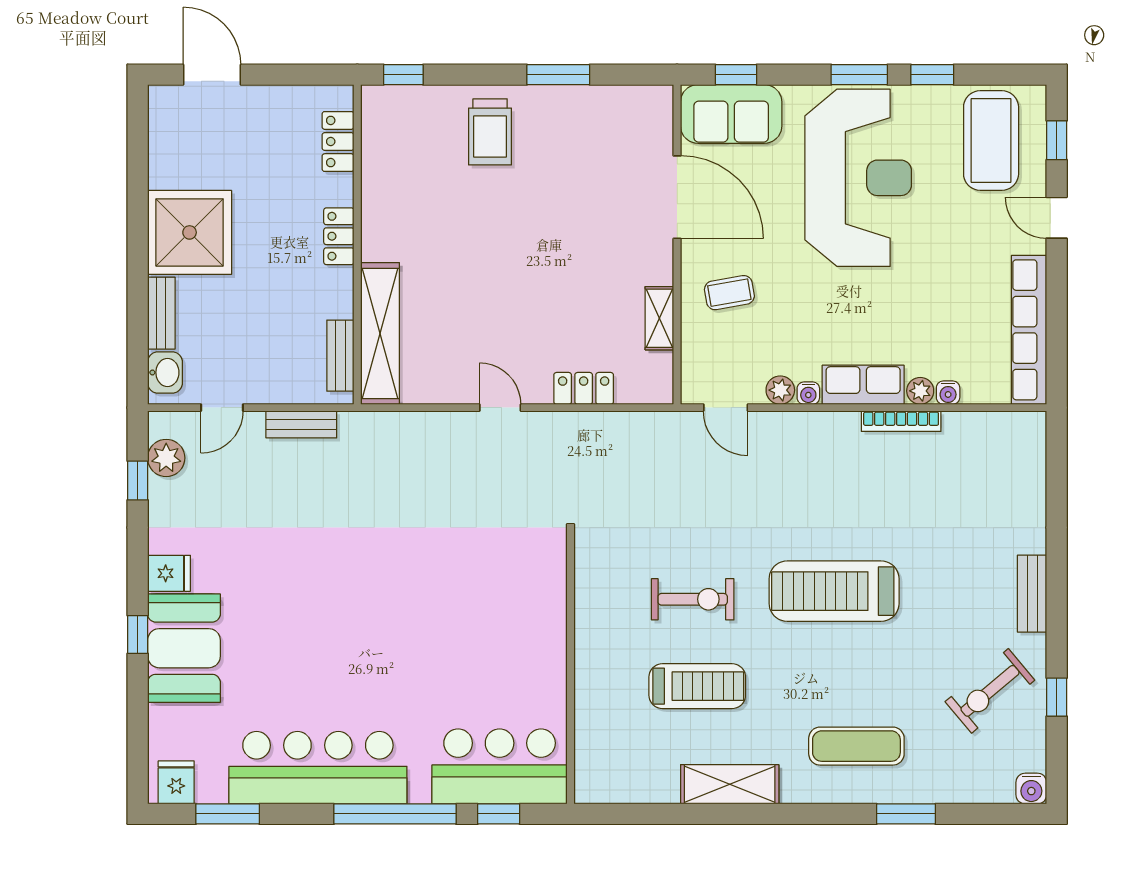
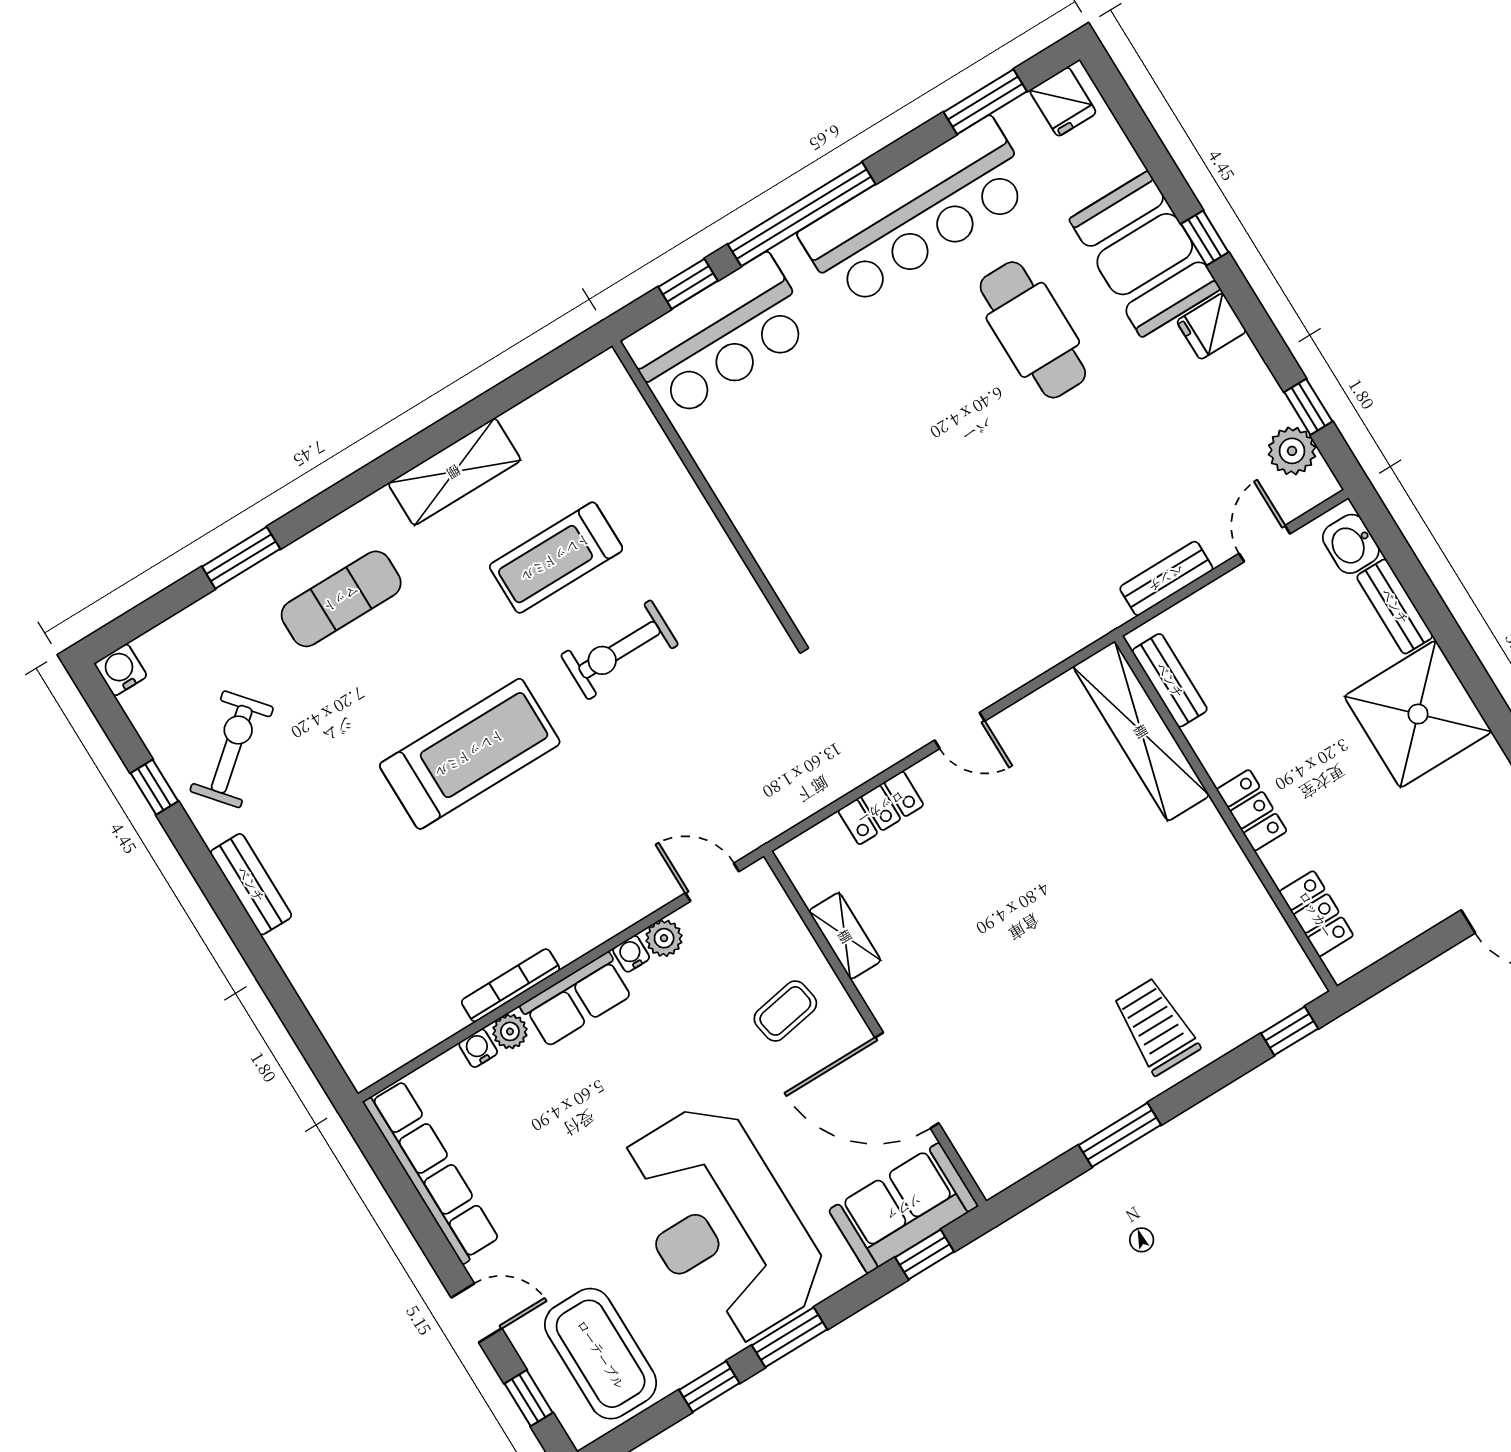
cafe table: (289, 643) -> (1033, 330), added

